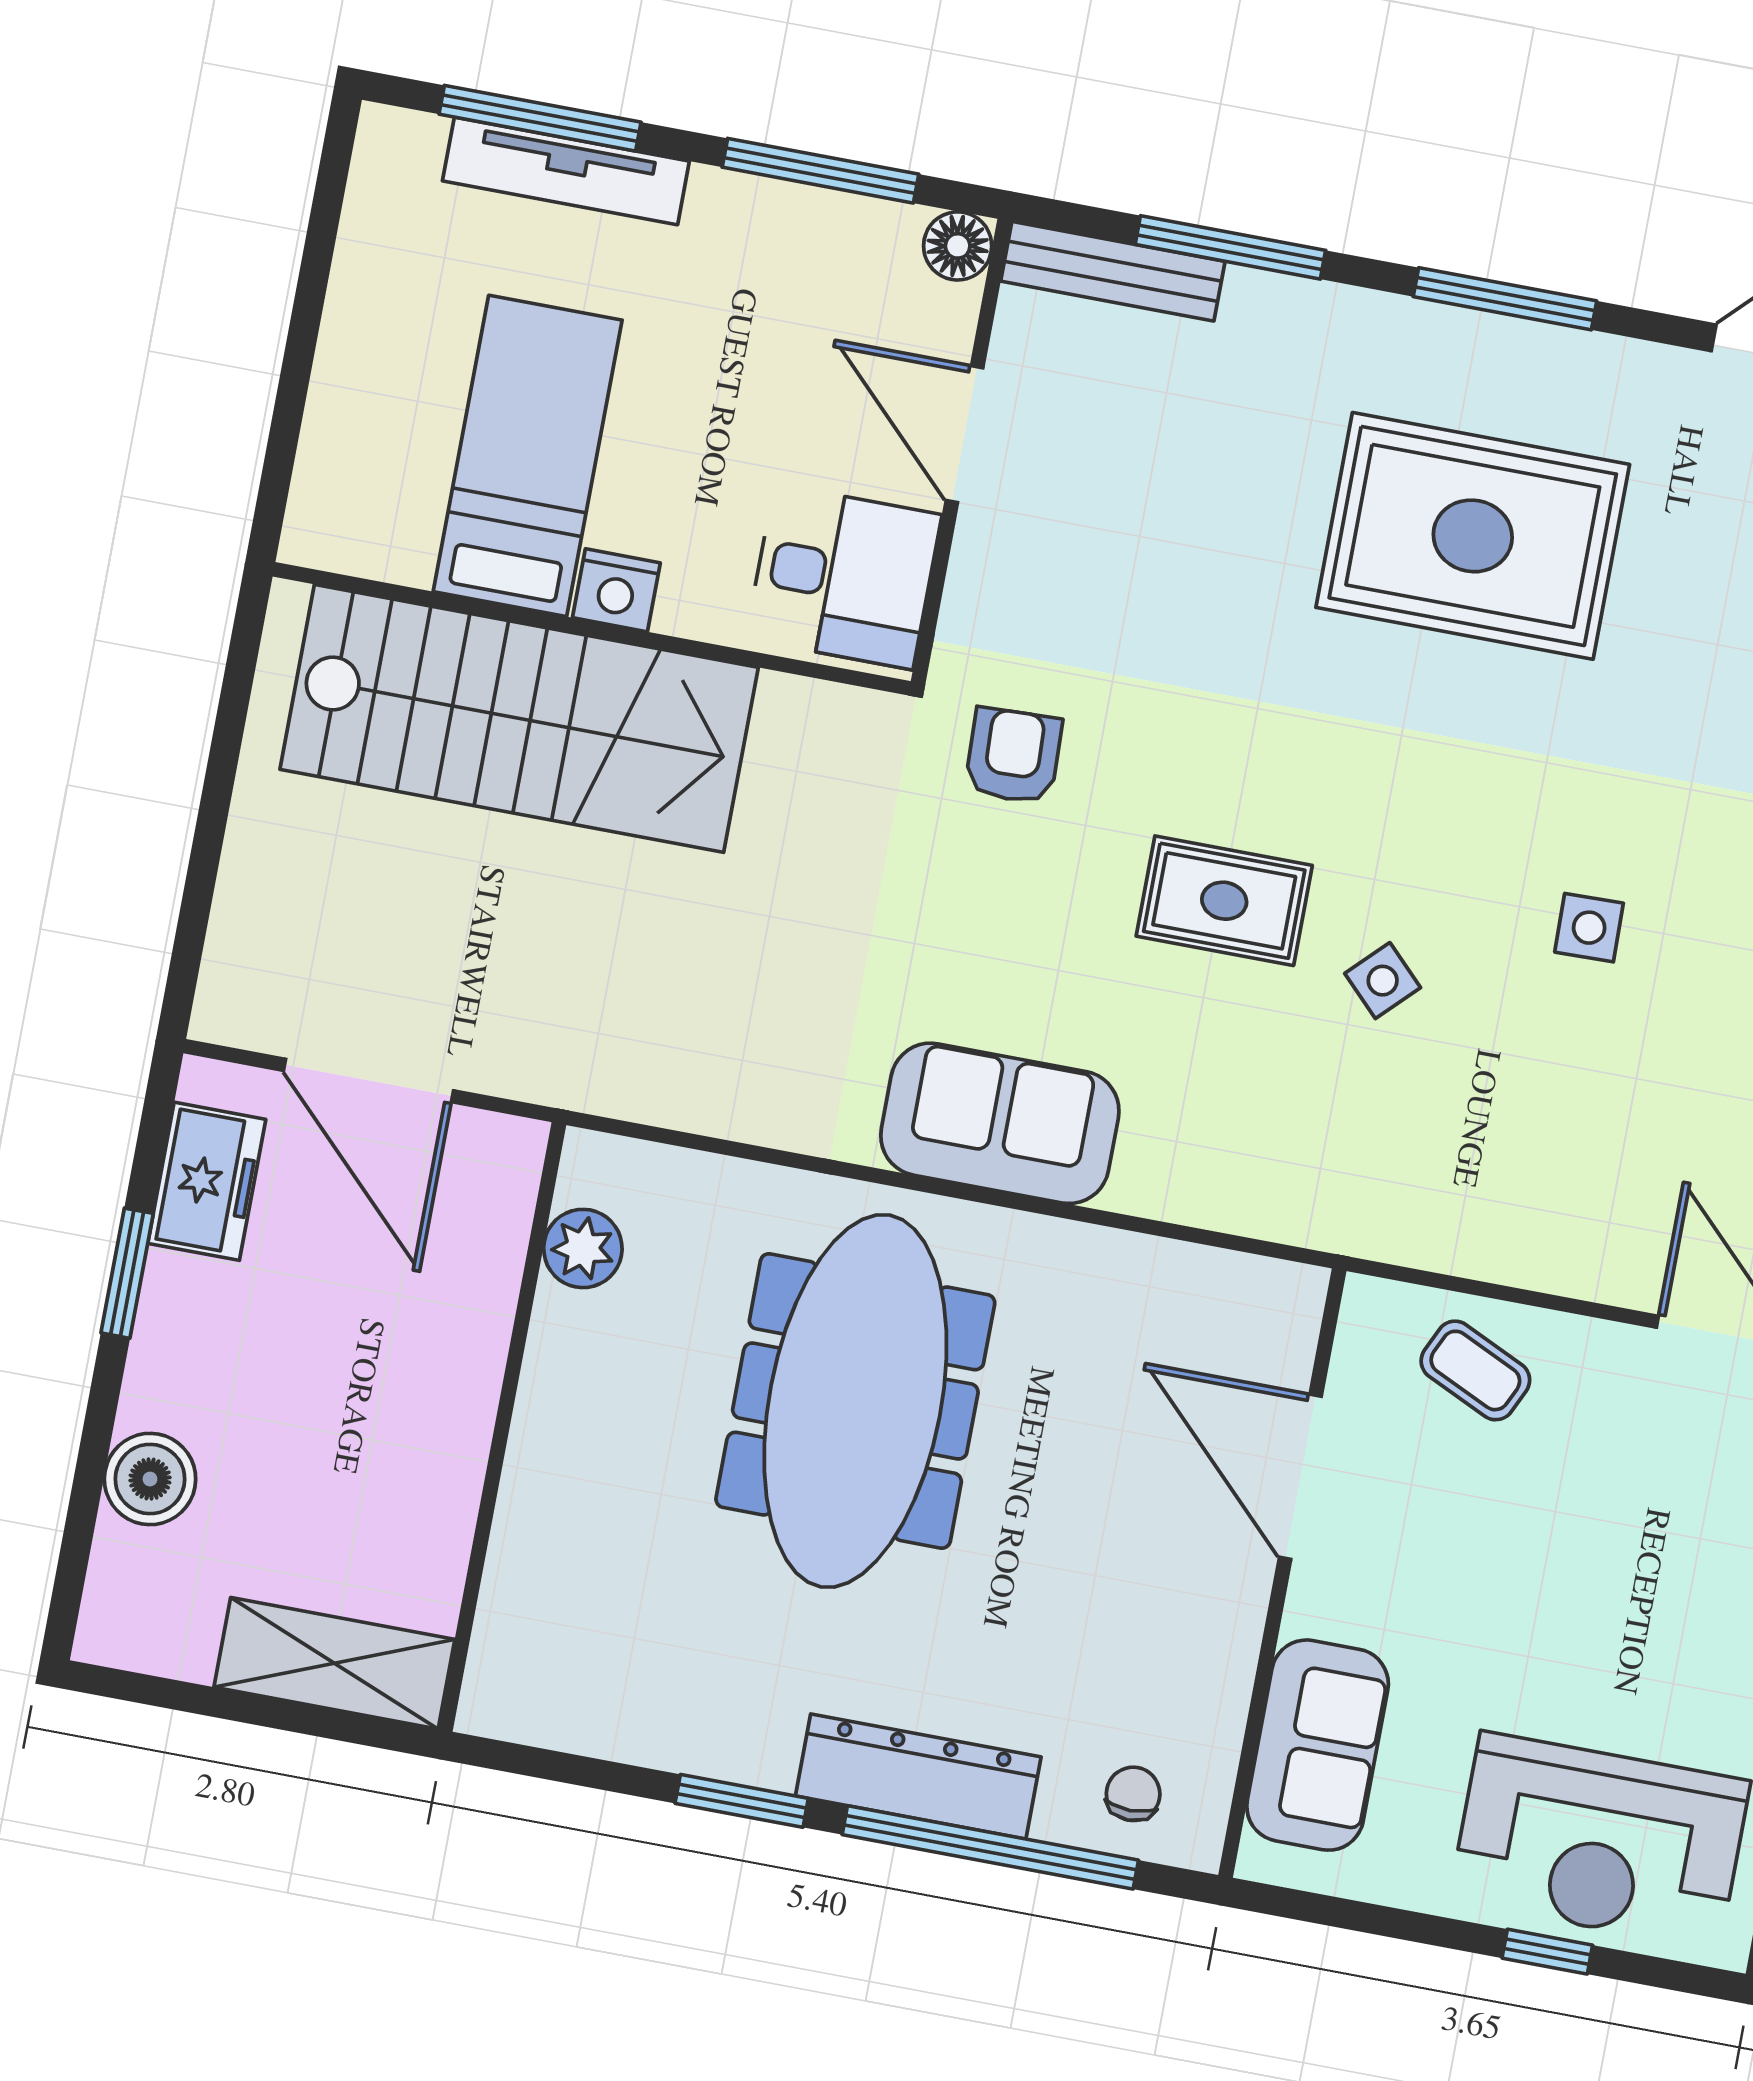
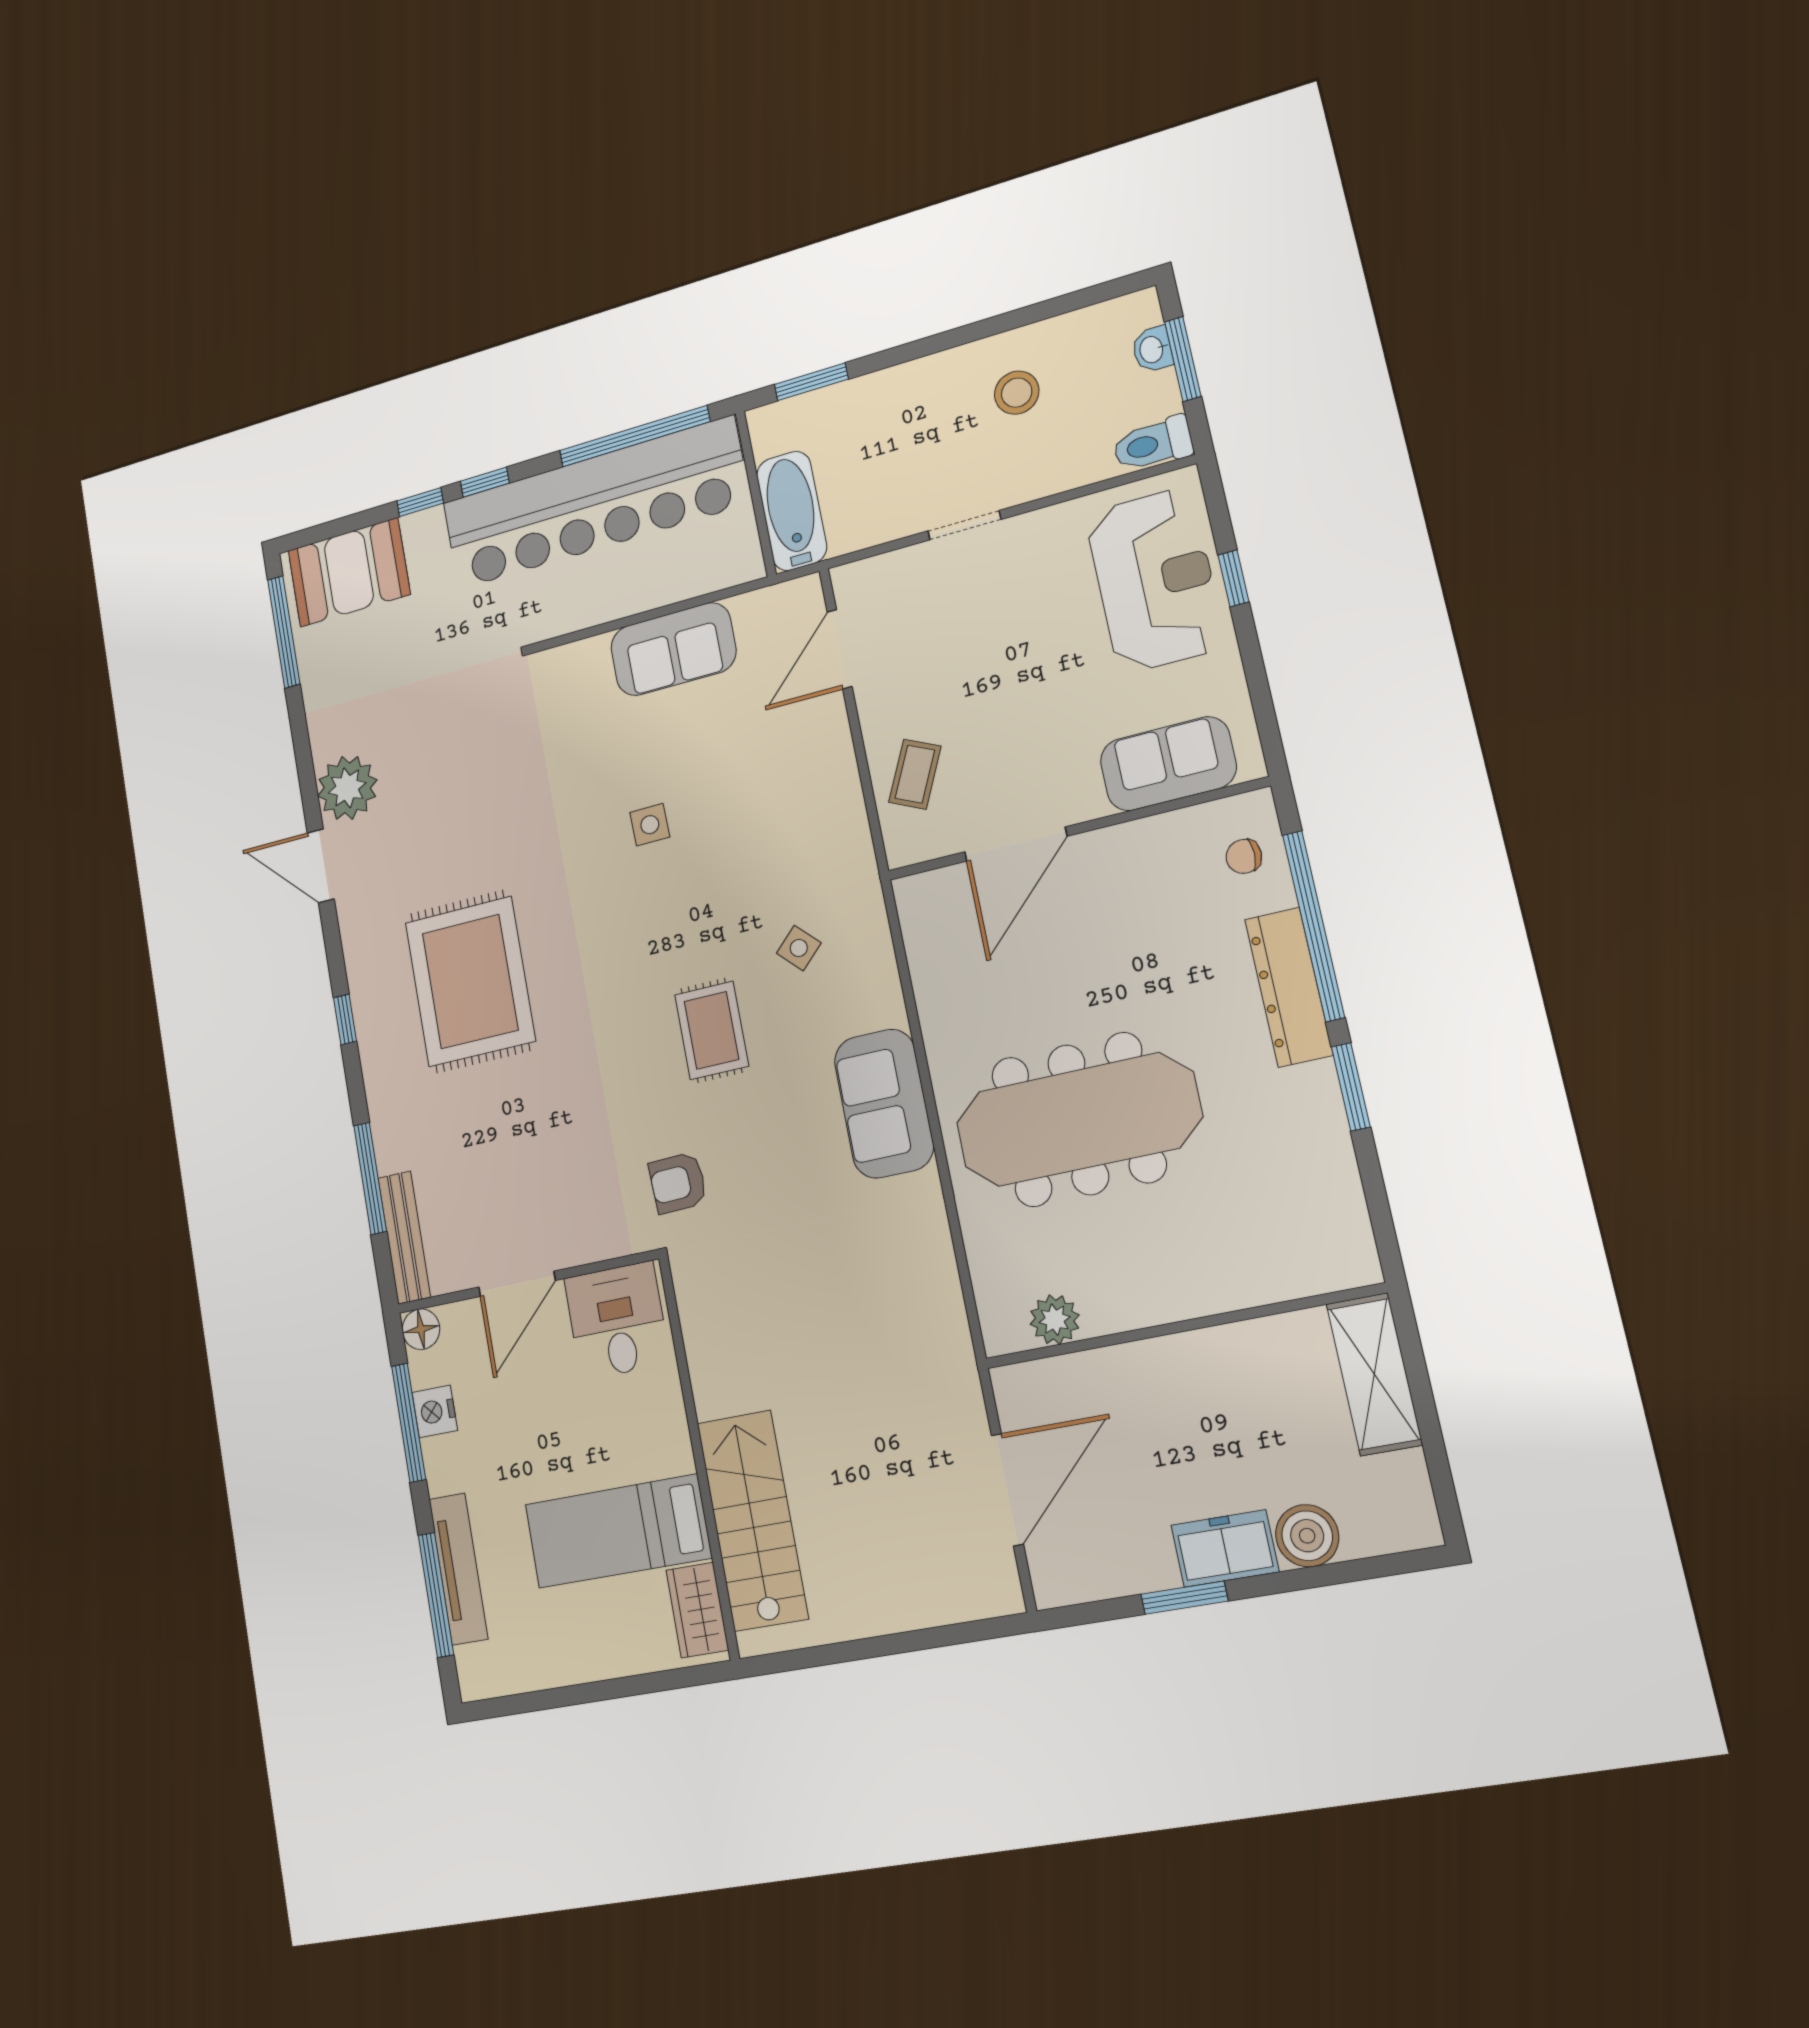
window: (1505, 299) -> (345, 1019), width x0.46
wardrobe: (366, 538) -> (697, 1610), added
nightstand: (616, 590) -> (435, 1411), moved, turned 180
stairs: (519, 718) -> (752, 1520), width x0.73, depth x0.66
side table: (1383, 981) -> (799, 948), moved
freezer: (207, 1181) -> (1225, 1549), moved

